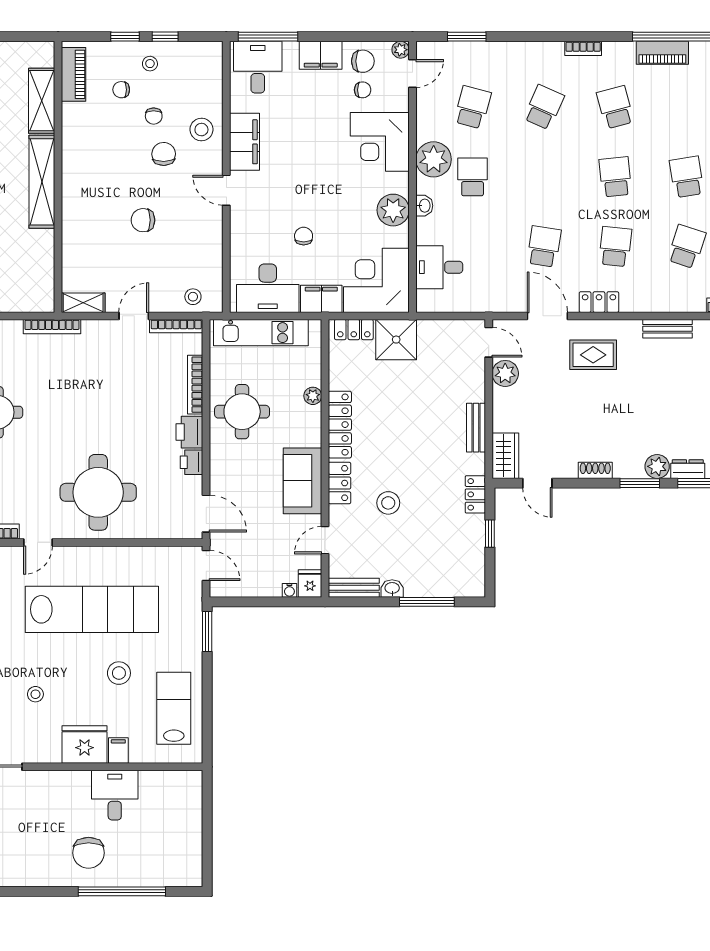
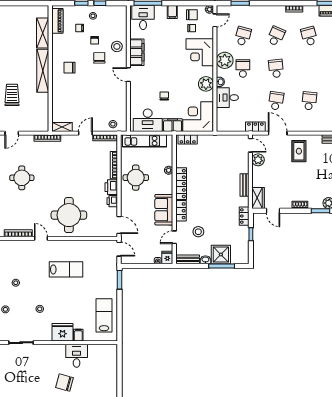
filing cabinet: (321, 55) -> (172, 12), width x0.50
school desk: (615, 177) -> (276, 68), moved
chair: (143, 220) -> (69, 68), moved
desk: (439, 267) -> (227, 98), moved
locker: (599, 302) -> (255, 127), moved
shower: (396, 340) -> (221, 254), moved
rug: (593, 355) -> (299, 151), turned 90
stool: (388, 503) -> (198, 232), moved
door: (38, 542) -> (41, 238), swing flipped
lab bench: (92, 609) -> (66, 269), width x0.54, depth x0.72
stool: (119, 673) -> (79, 299), removed
chair: (89, 853) -> (64, 383), turned 105

